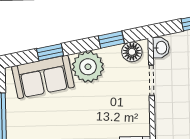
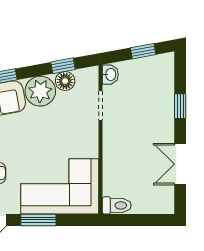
floor lamp: (132, 52) -> (65, 81), moved

